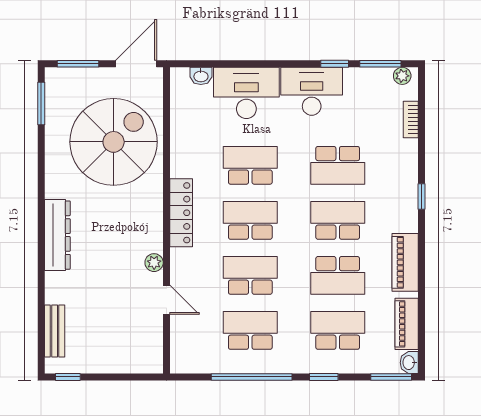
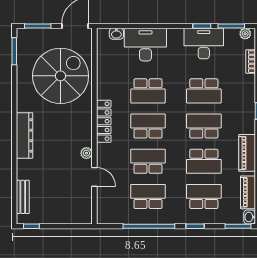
desk: (312, 91) -> (204, 43), moved
school desk: (250, 165) -> (148, 91), turned 180

